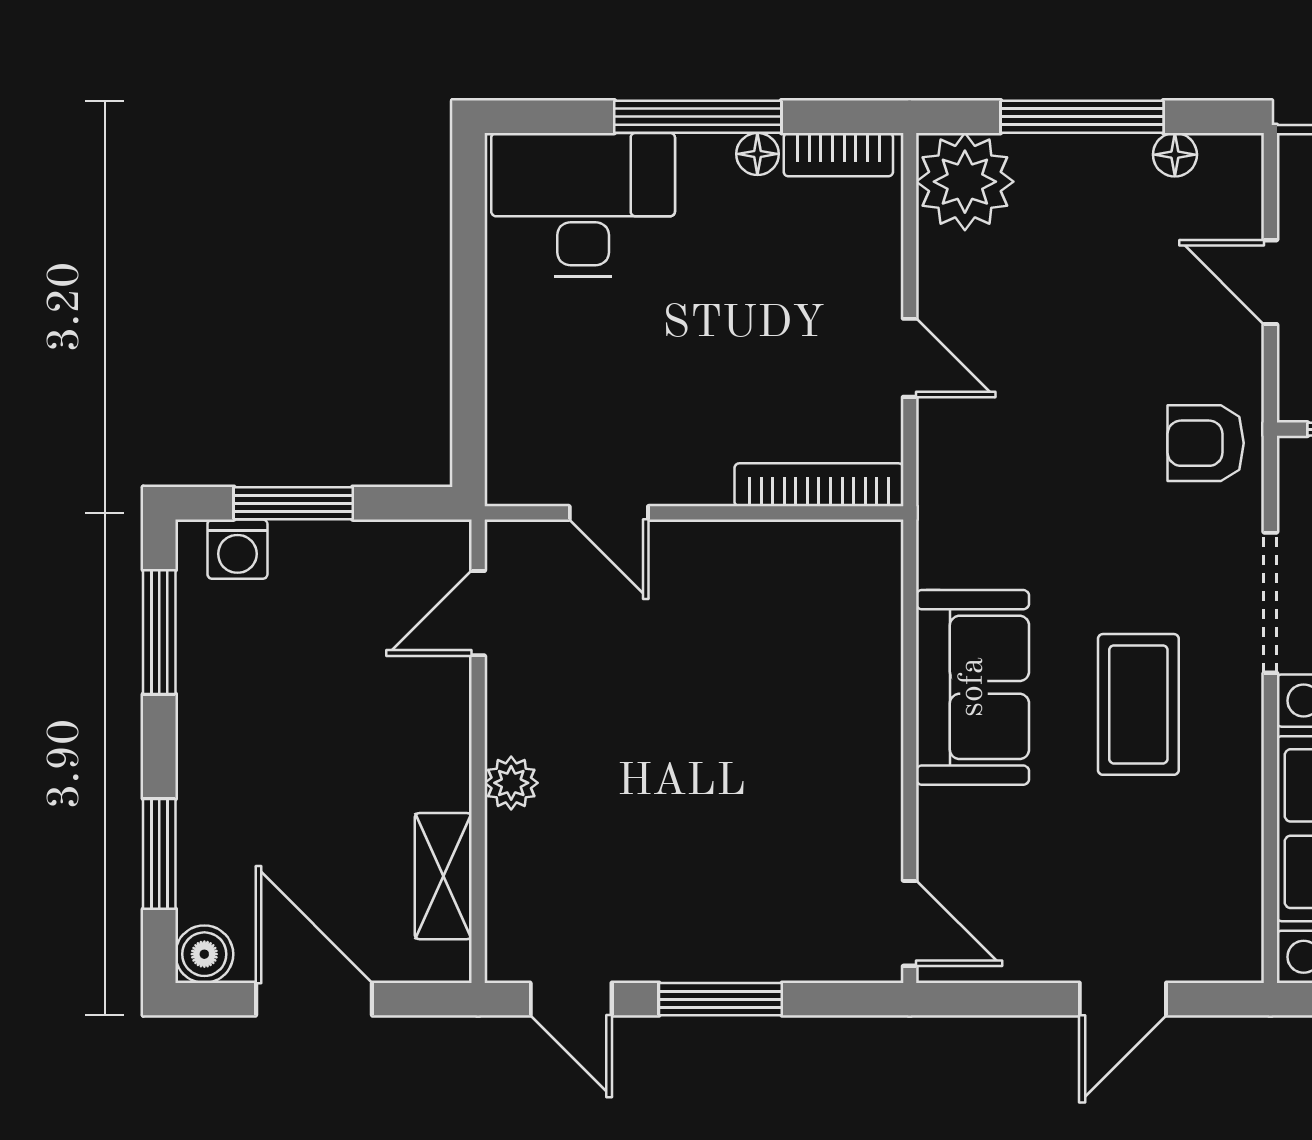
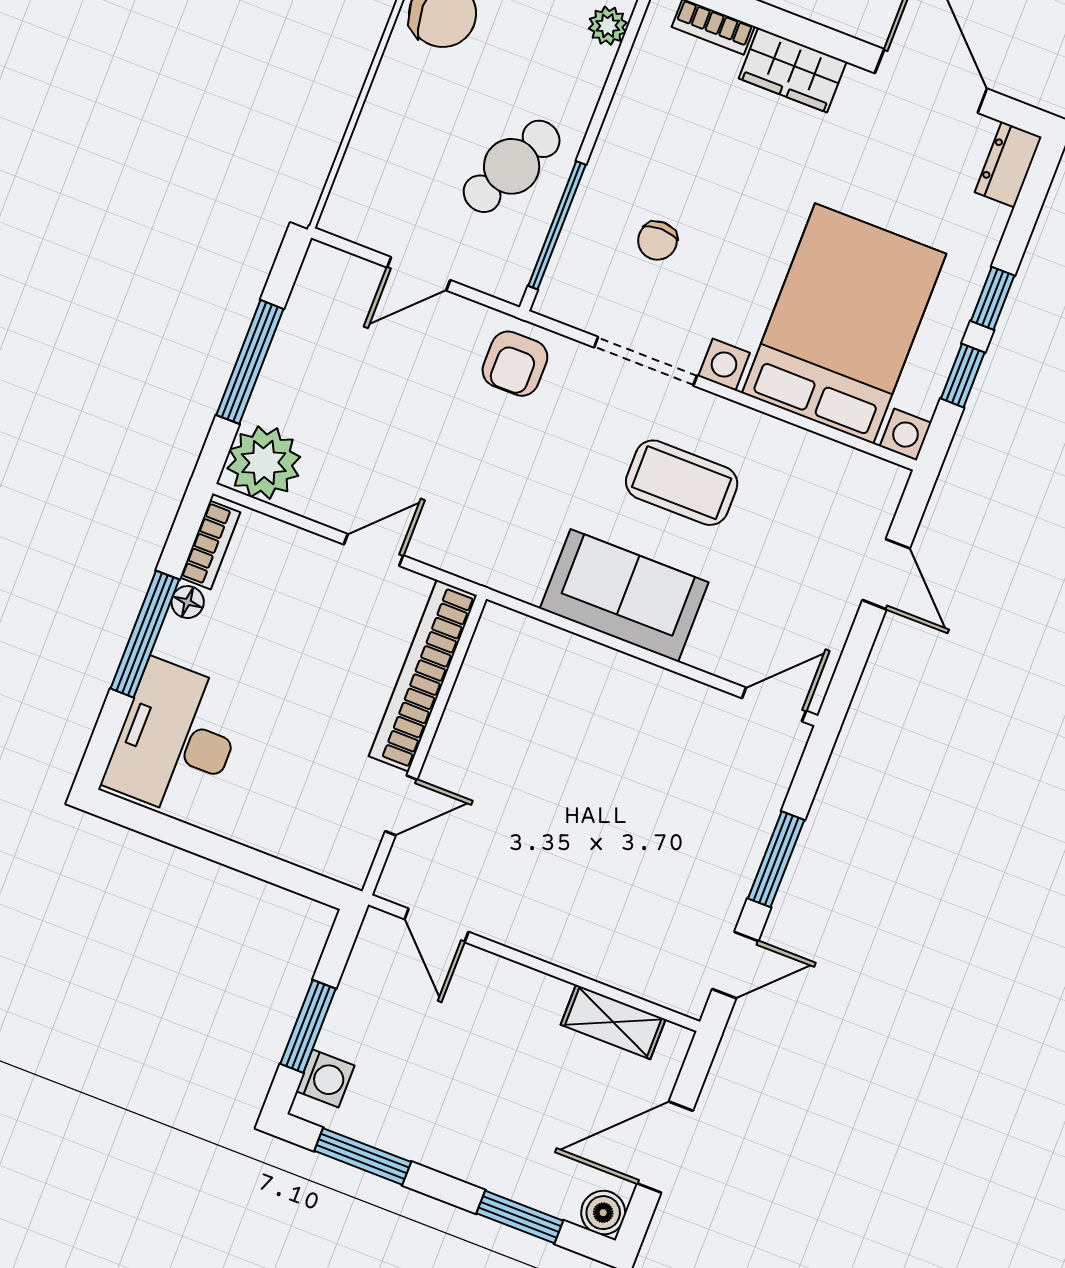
floor lamp: (1175, 155) -> (302, 307), removed
bookcase: (819, 485) -> (423, 676), width x1.48, depth x1.31
plant: (511, 783) -> (566, 948), removed

